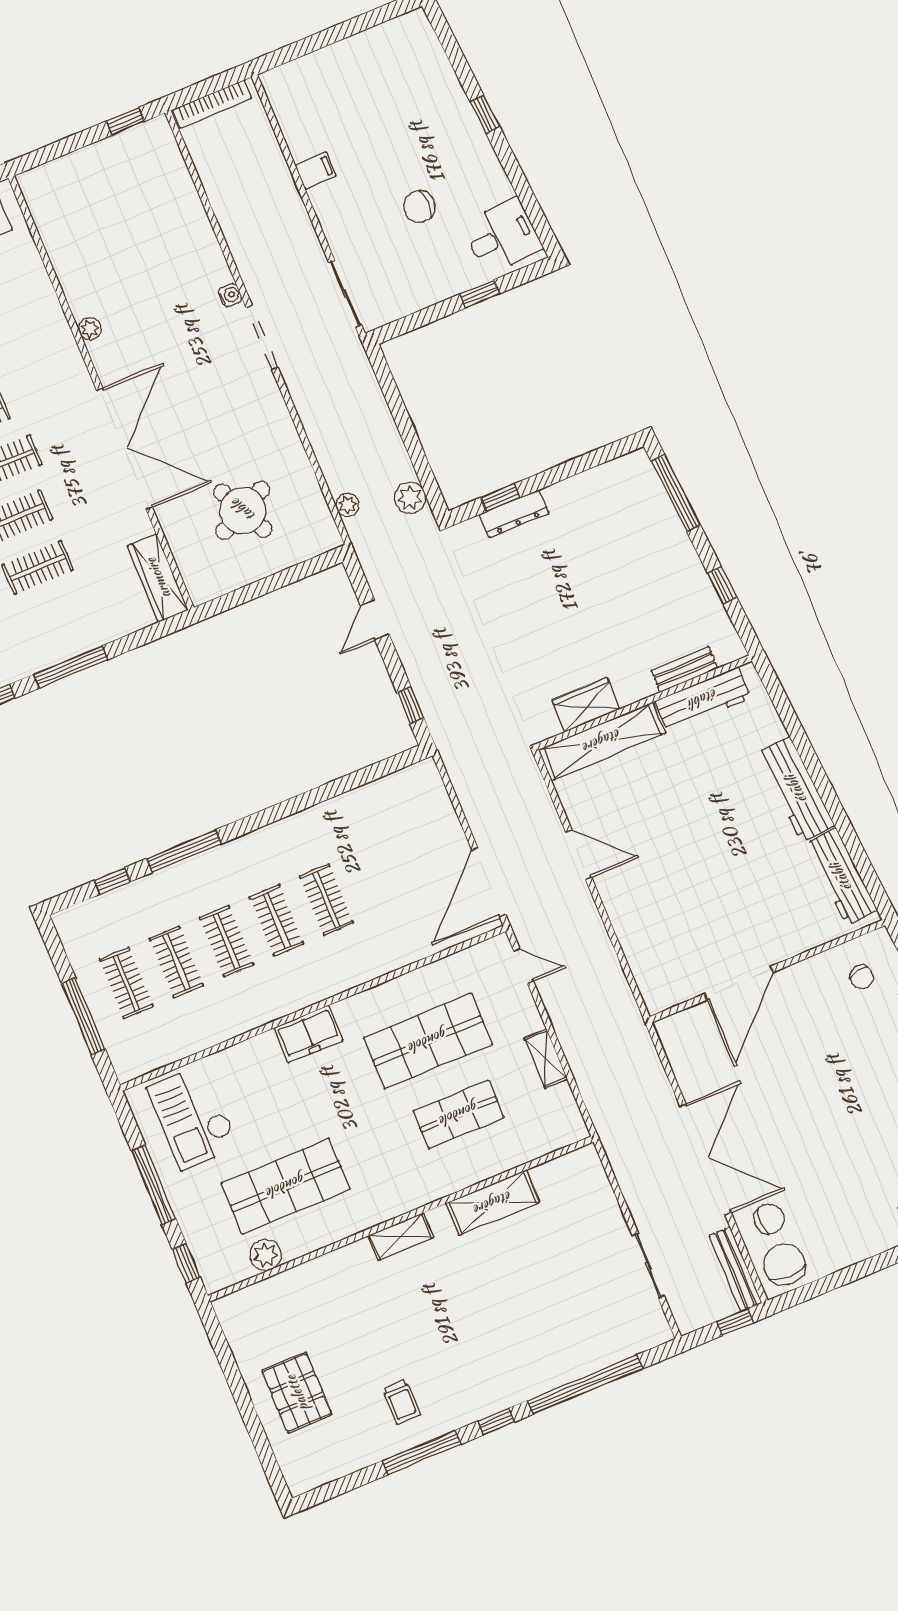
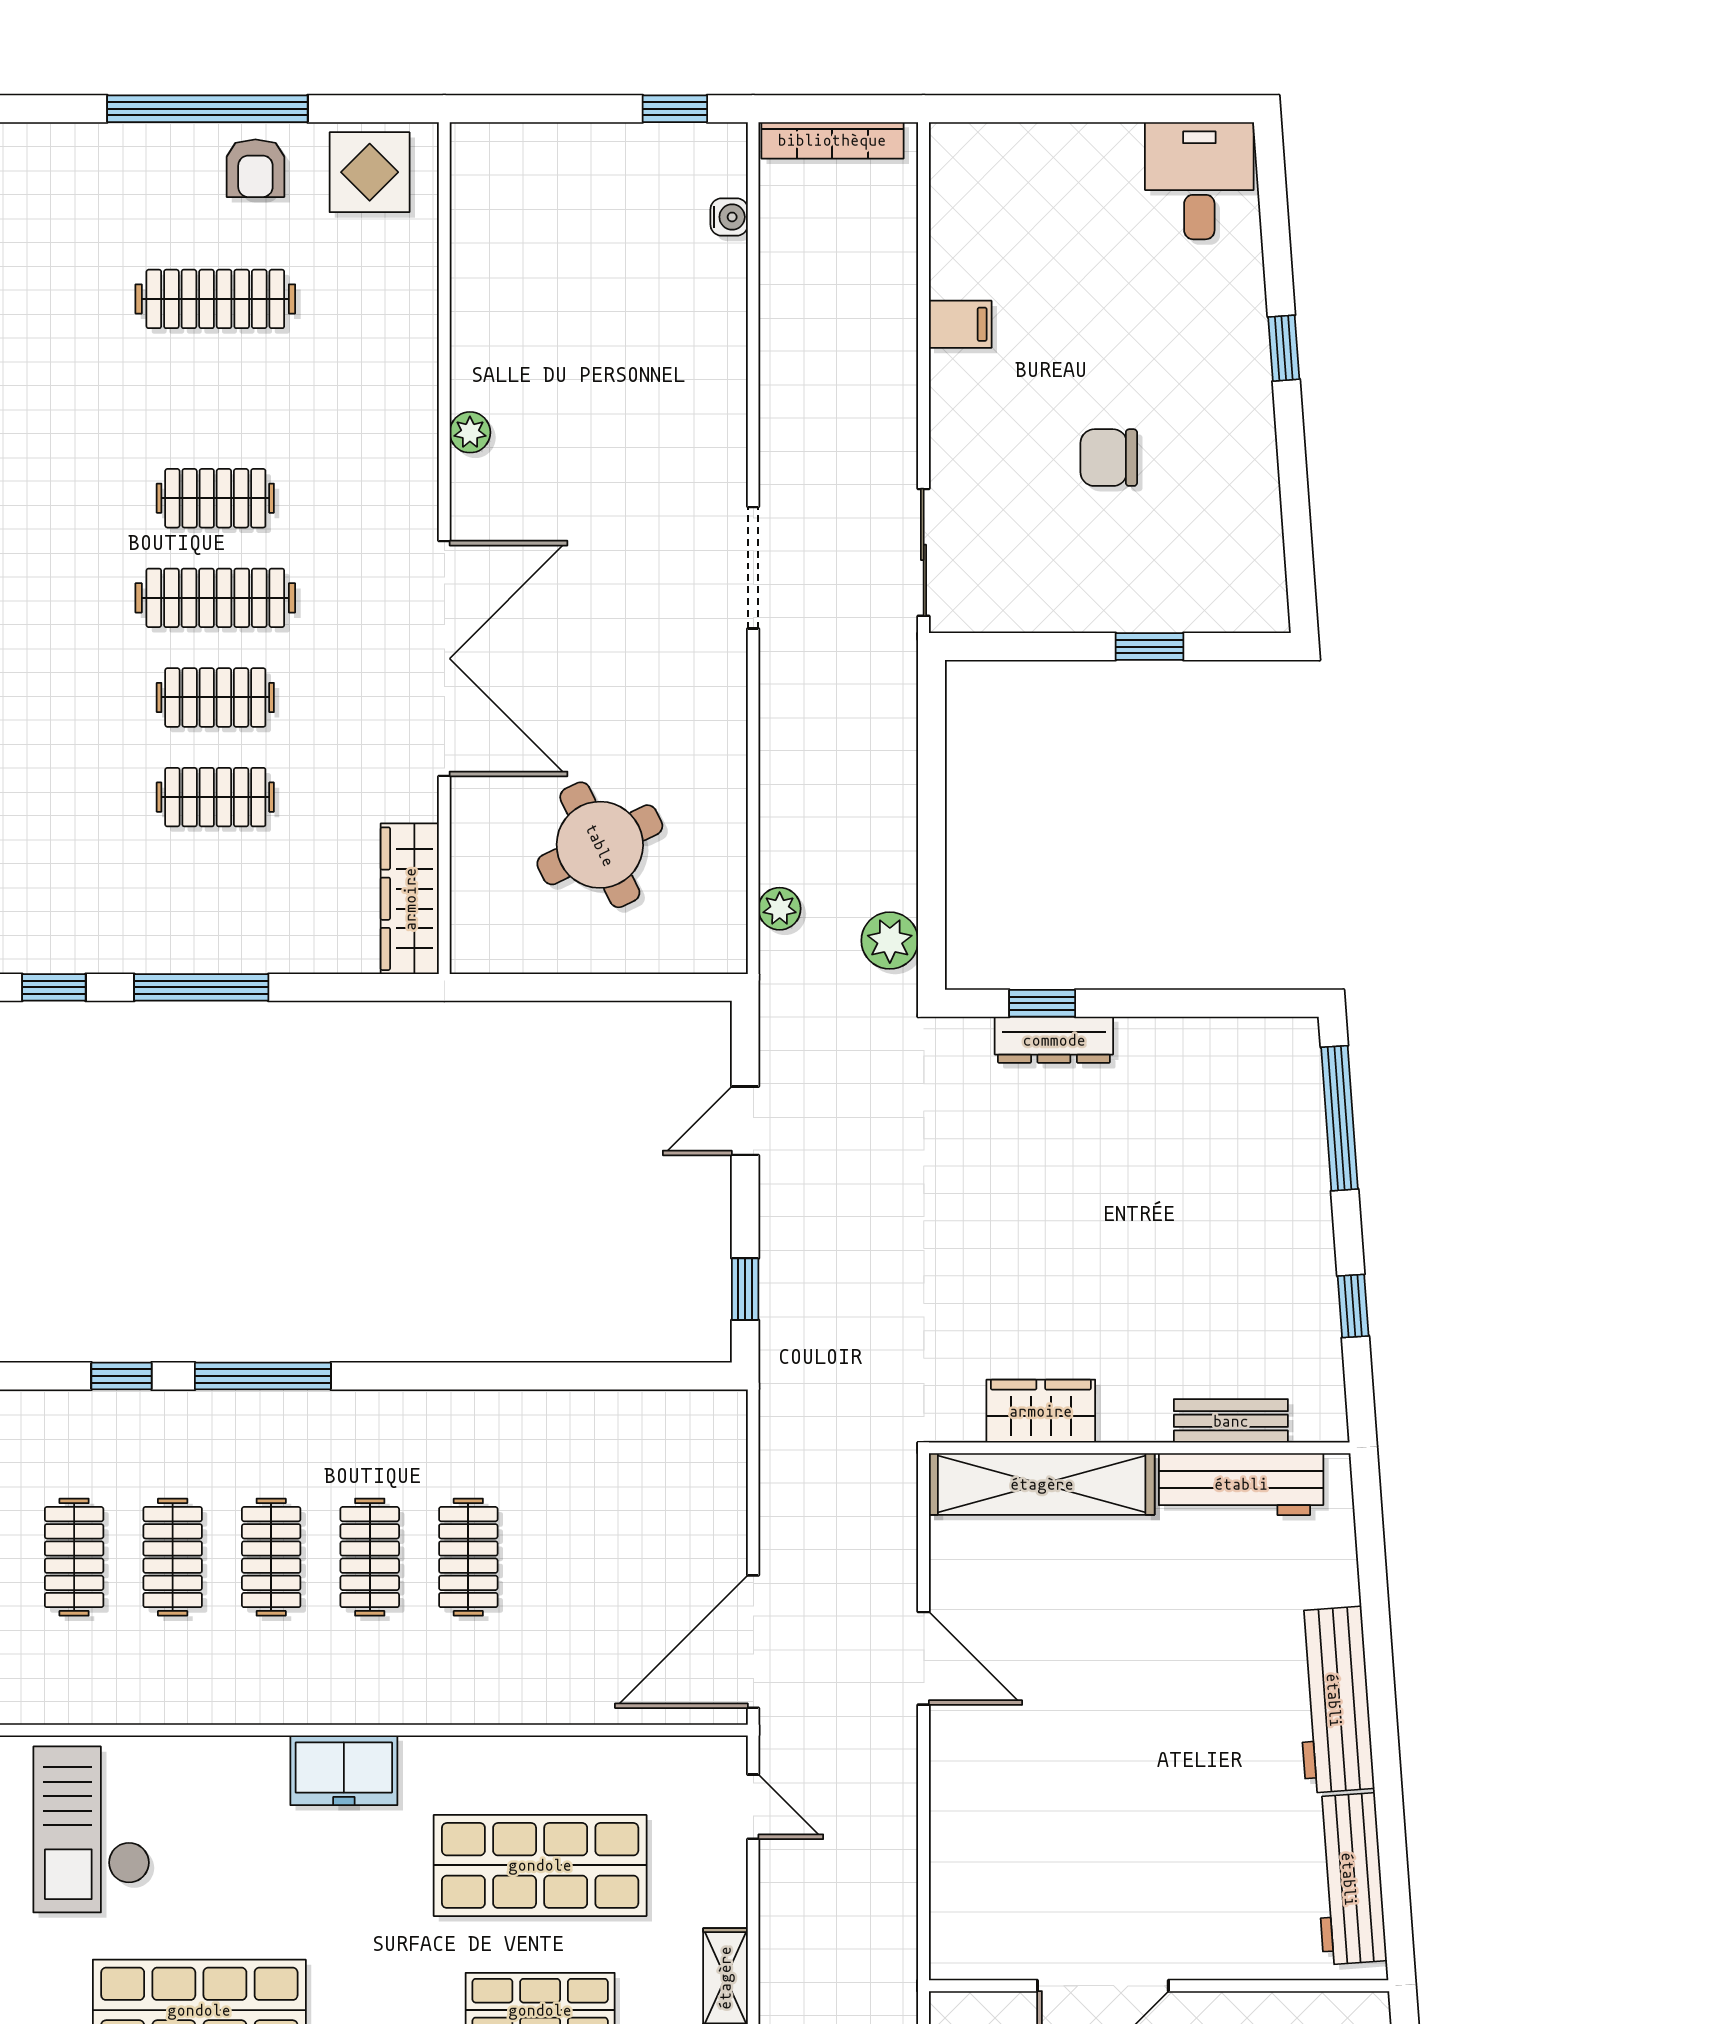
desk: (502, 236) -> (1199, 181), moved, turned -86
water cooler: (230, 295) -> (729, 217), moved

